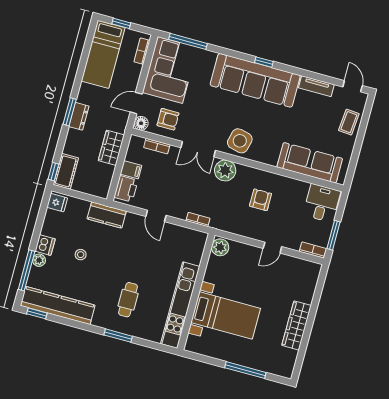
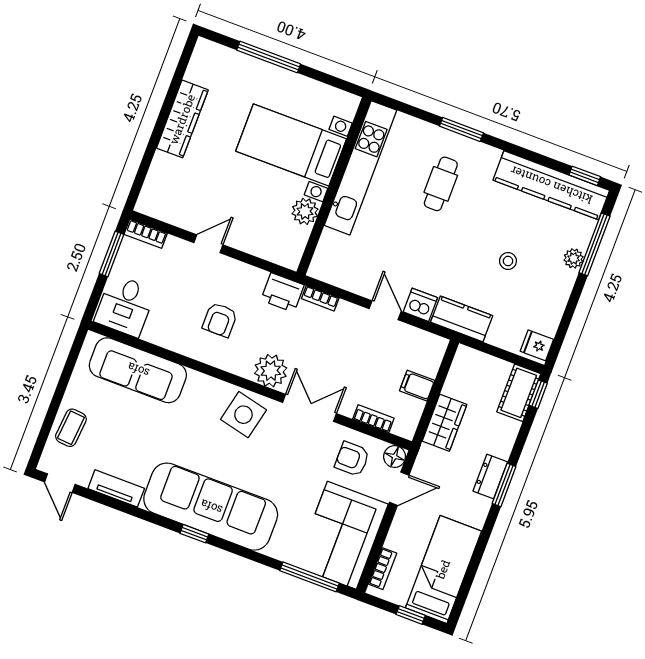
printer: (126, 189) -> (282, 292), moved, turned -90
dishwasher: (45, 245) -> (420, 305), moved, turned 90
plant: (220, 247) -> (305, 211), moved

